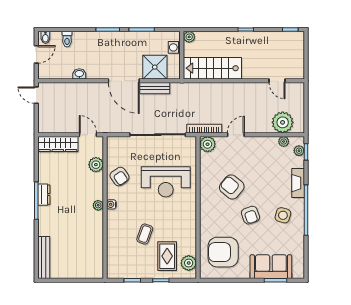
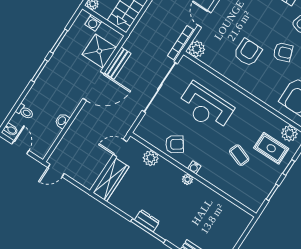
reception desk: (166, 182) -> (206, 107), turned 90
armchair: (232, 187) -> (248, 52), turned 141

